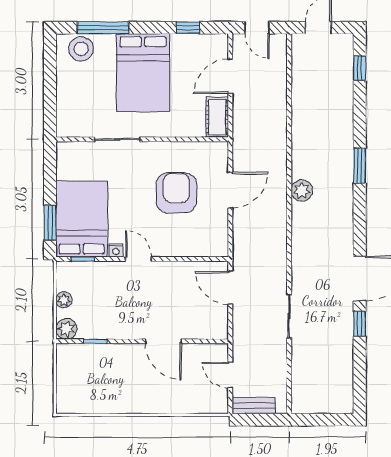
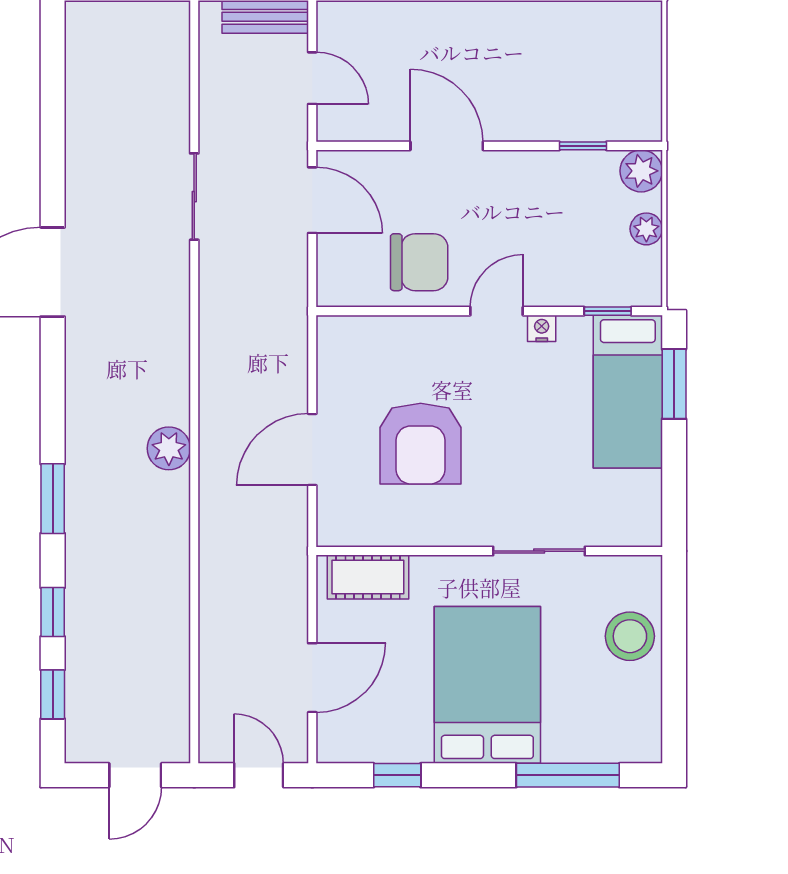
stool: (81, 49) -> (630, 636), moved
cot: (217, 117) -> (368, 577), moved, turned 90
bed: (82, 219) -> (628, 392), width x0.67
door: (138, 259) -> (497, 311), swing flipped
chair: (177, 283) -> (419, 262), added
door: (230, 288) -> (312, 200), moved
window: (360, 324) -> (53, 612), moved

